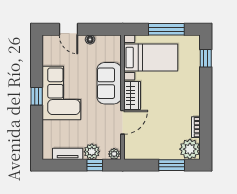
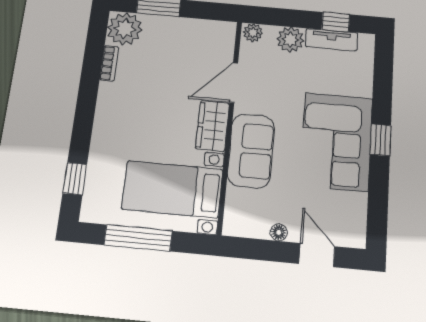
window: (95, 165) -> (336, 22), moved

